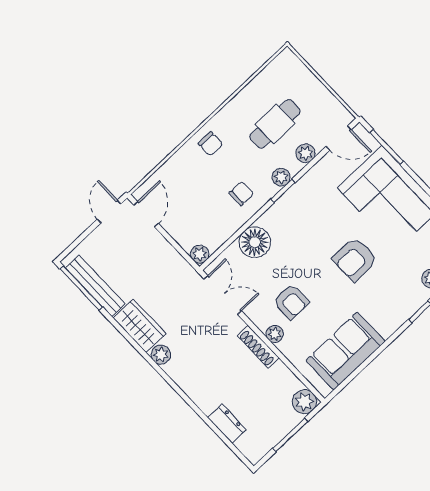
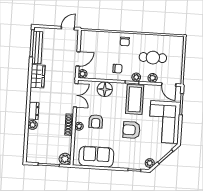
coffee table: (313, 211) -> (135, 99), added
door: (146, 214) -> (78, 59), moved
plant: (161, 355) -> (33, 125), moved
dresser: (227, 424) -> (34, 111), moved

